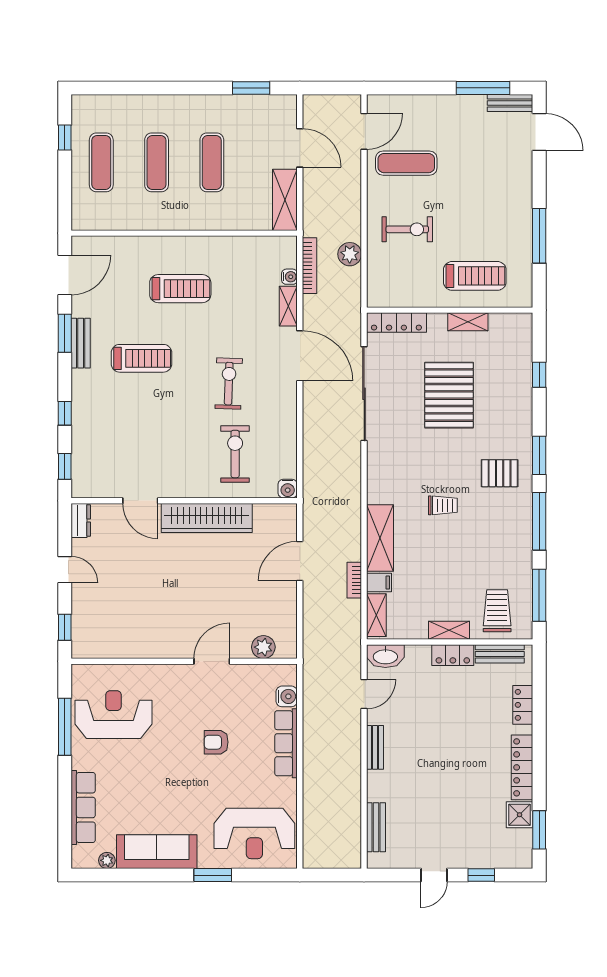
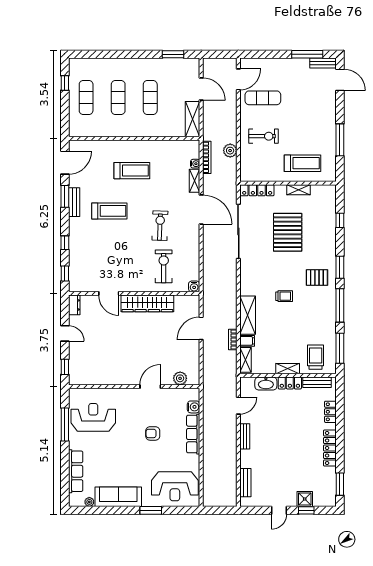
washbasin: (385, 656) -> (266, 384), moved
shower: (520, 815) -> (305, 499), moved

